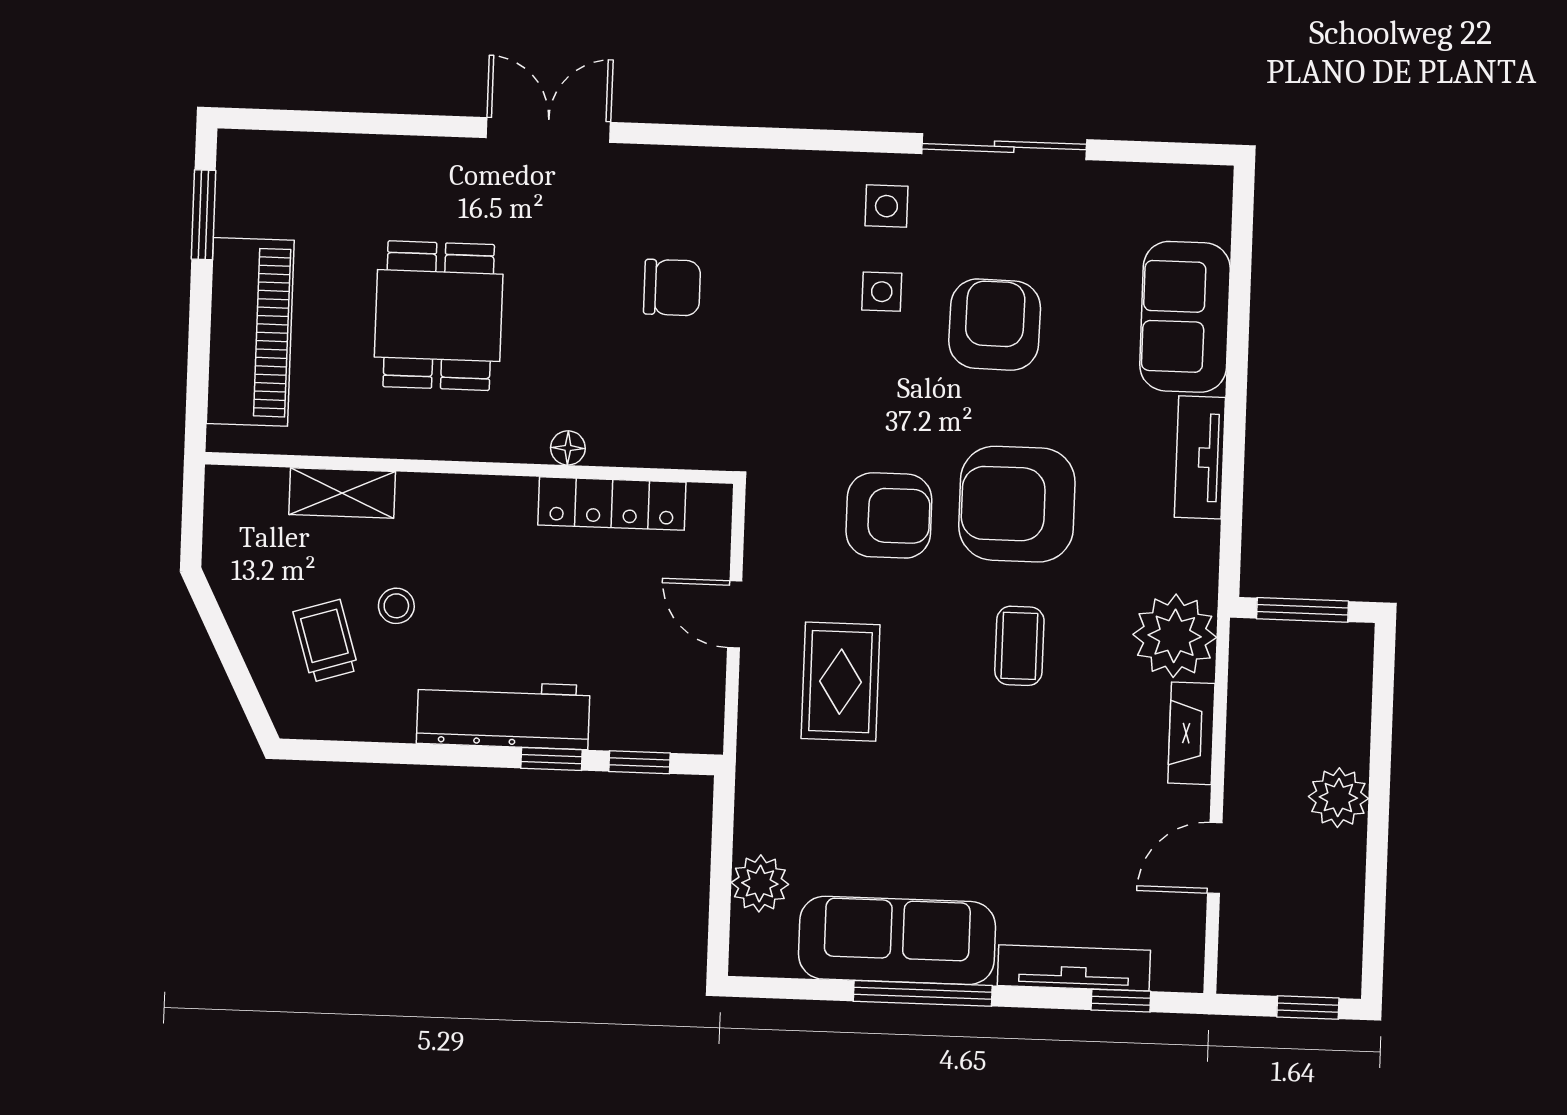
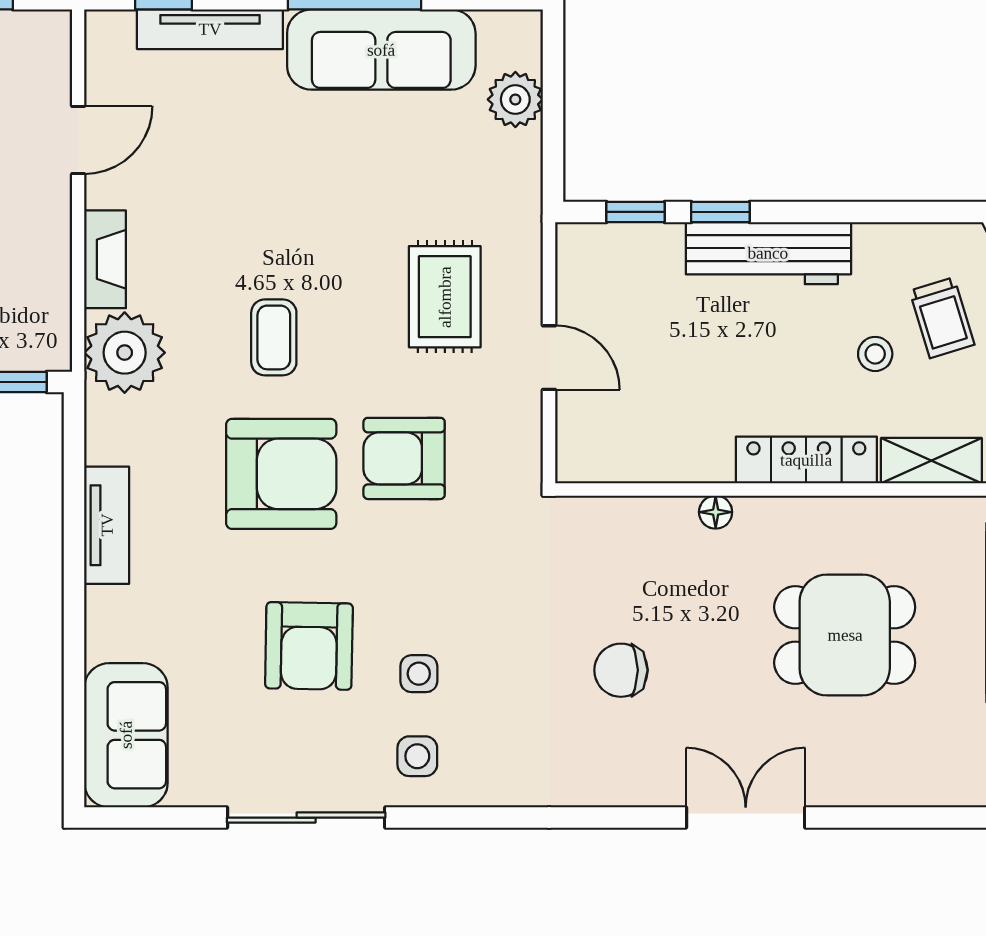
double door: (548, 130) -> (746, 818), swing flipped
dining table: (439, 316) -> (845, 635), turned 90
sofa: (1185, 317) -> (126, 735), moved
locker: (612, 504) -> (806, 460), moved

